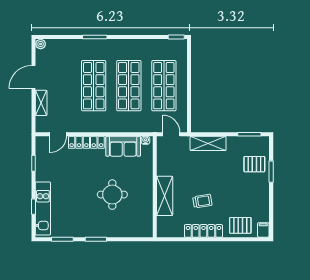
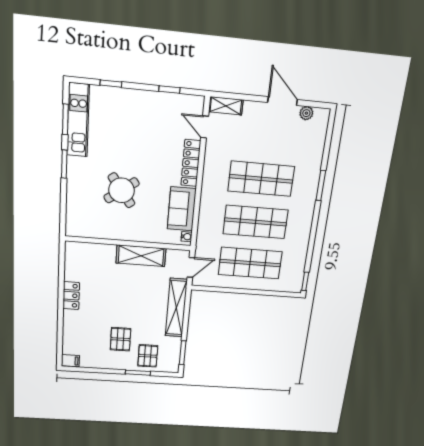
plant: (41, 44) -> (306, 113), moved
shelving: (41, 103) -> (226, 106), moved
shelving: (208, 143) -> (176, 308), width x1.47
round table: (112, 195) -> (122, 190), turned -36
shelving: (165, 196) -> (141, 256), moved
trolley: (202, 201) -> (108, 297), removed
kitchen unit: (43, 208) -> (78, 120), moved, turned -90
pallet: (240, 225) -> (120, 339), moved
locker: (203, 231) -> (71, 296), width x0.66

